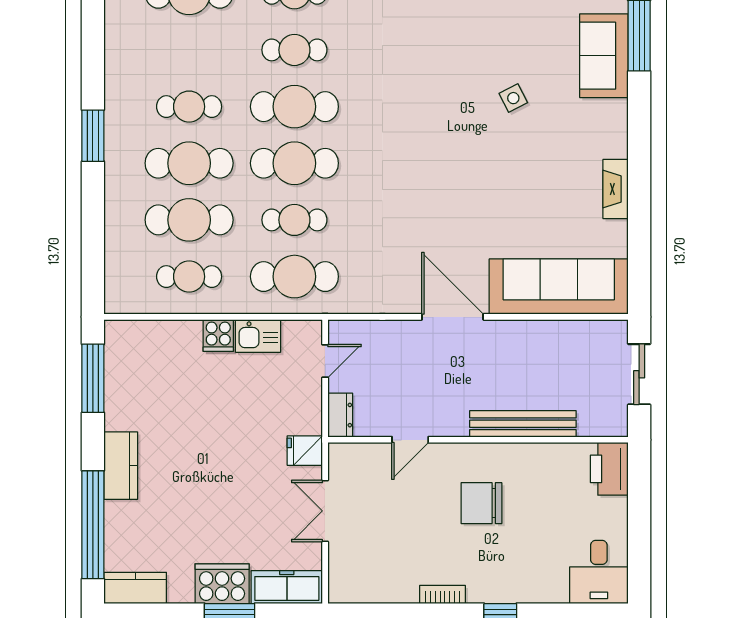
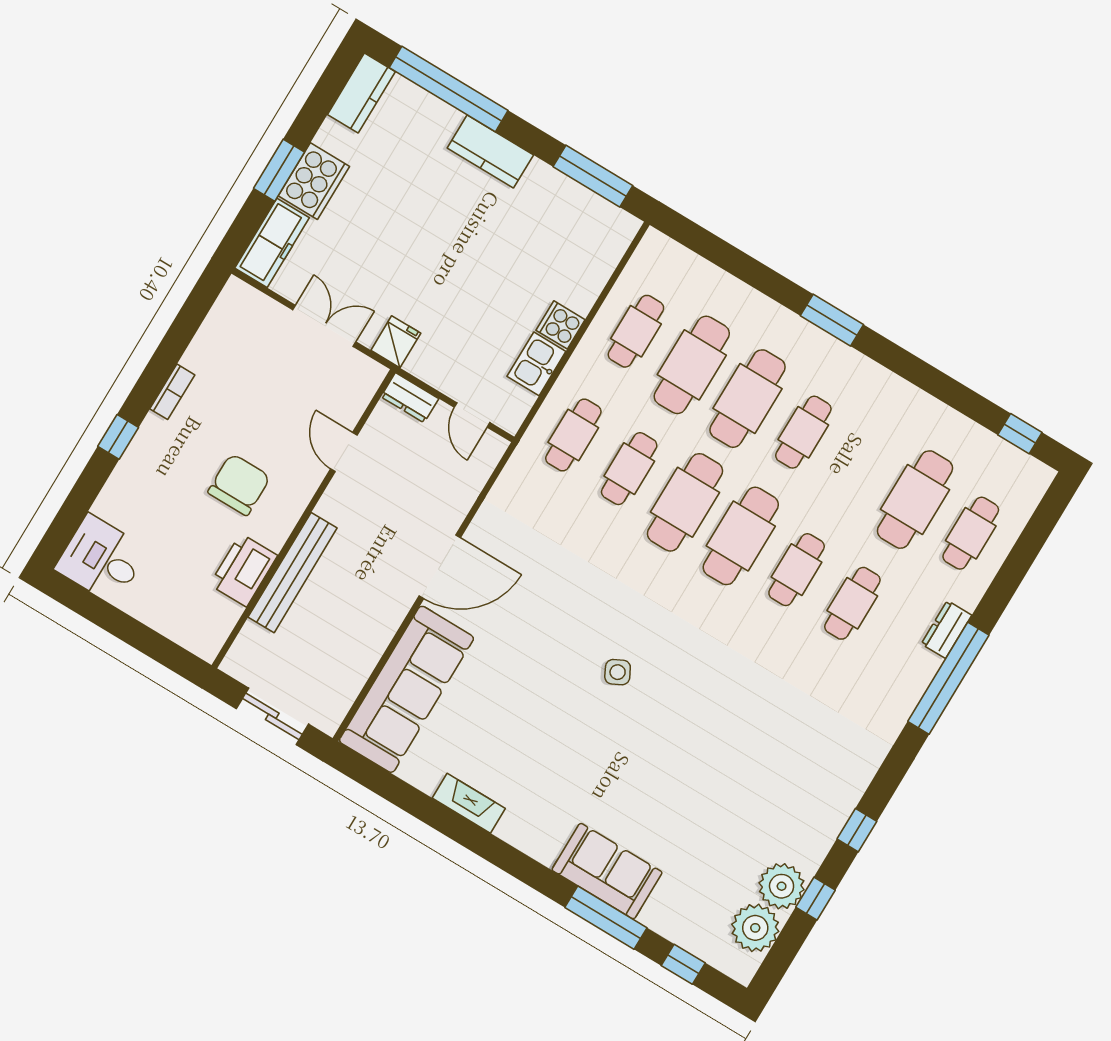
side table: (513, 98) -> (618, 672), moved
cafe table: (294, 277) -> (573, 435), width x0.73, depth x0.74
printer: (609, 469) -> (244, 570), moved, turned -90

